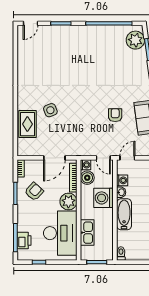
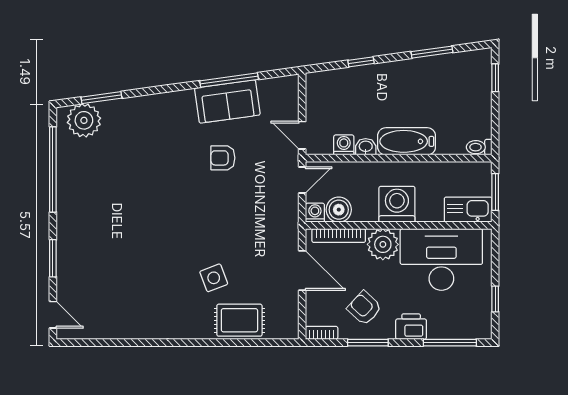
washing machine: (104, 198) -> (397, 204), moved, turned 180
kitchen sink: (87, 233) -> (468, 210), moved
printer: (24, 240) -> (411, 327), moved

